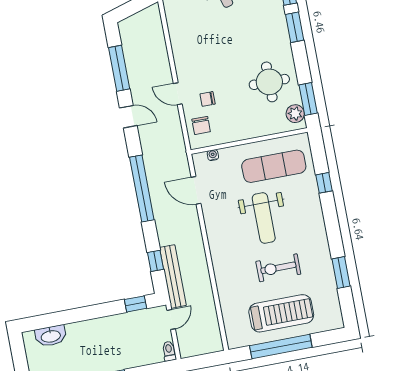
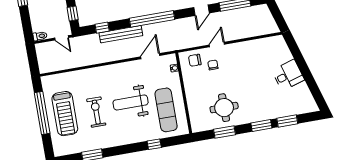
window: (308, 99) -> (225, 132), moved
plant: (295, 114) -> (202, 125), removed
bench: (173, 276) -> (121, 34), moved

